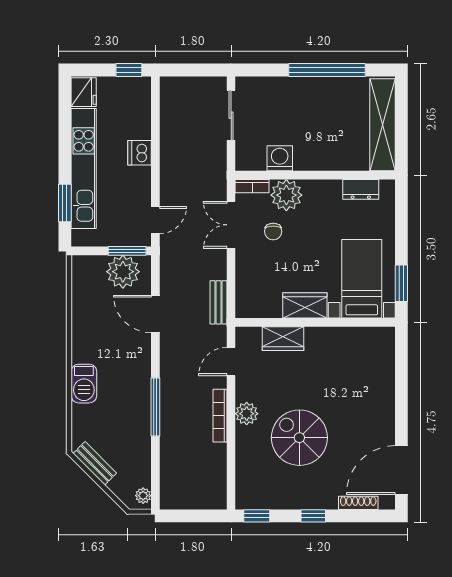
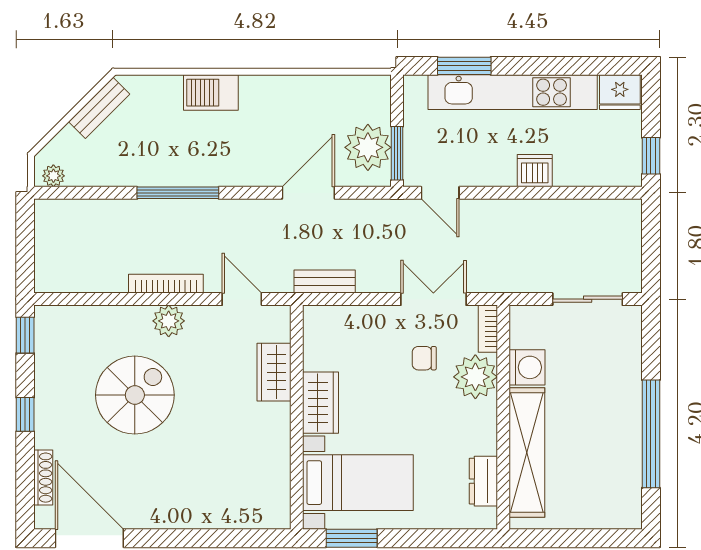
shelving: (382, 125) -> (527, 452), moved, turned 90

